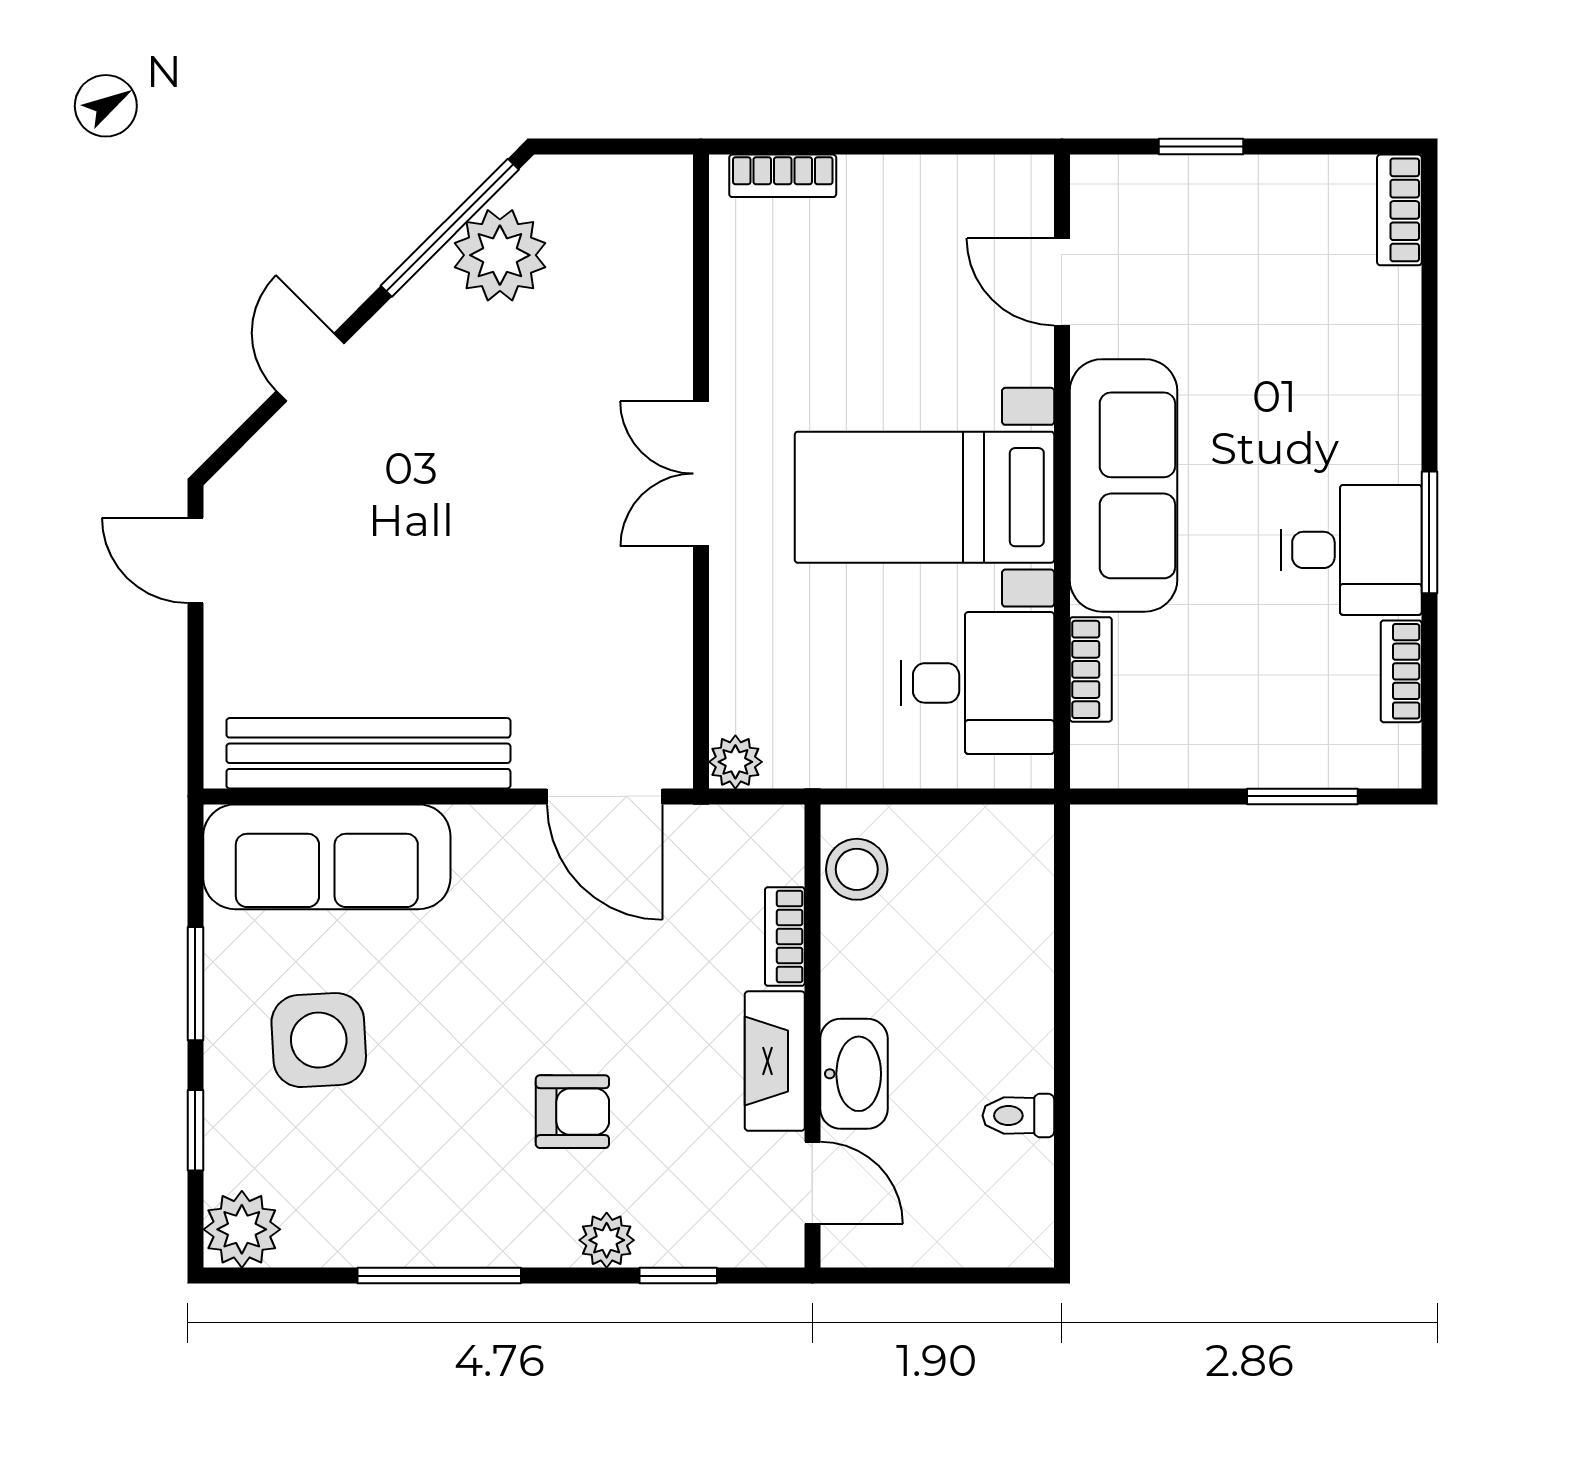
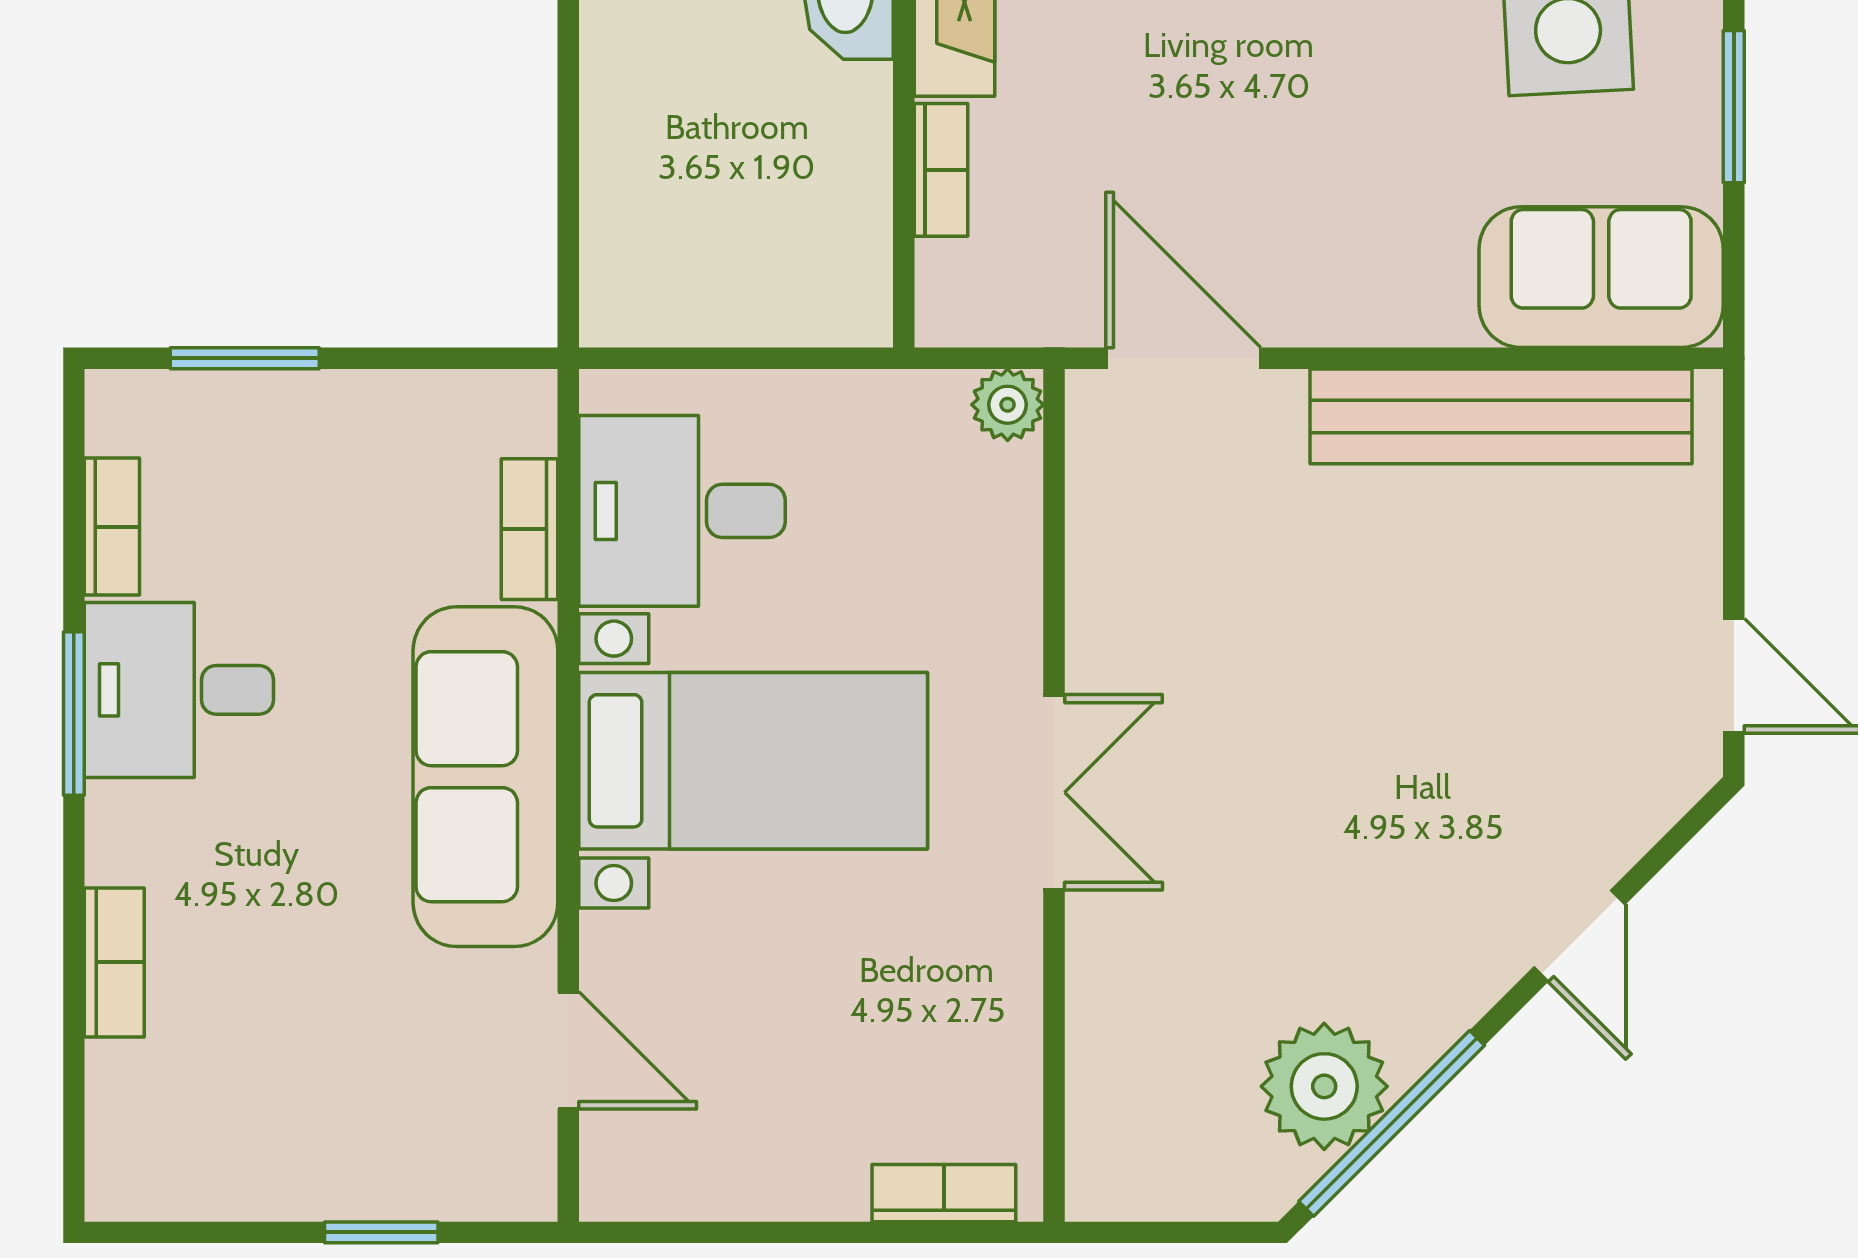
bookcase: (1399, 210) -> (114, 962), moved
sofa: (327, 857) -> (1601, 277), width x0.73
stool: (857, 869) -> (844, 260), removed

